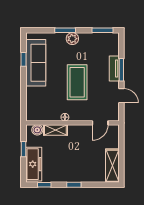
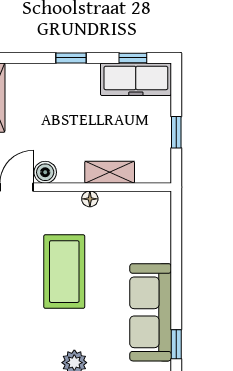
window: (24, 59) -> (176, 344), moved
boiler: (37, 130) -> (45, 172), moved
freezer: (34, 164) -> (136, 79), moved, turned -90

